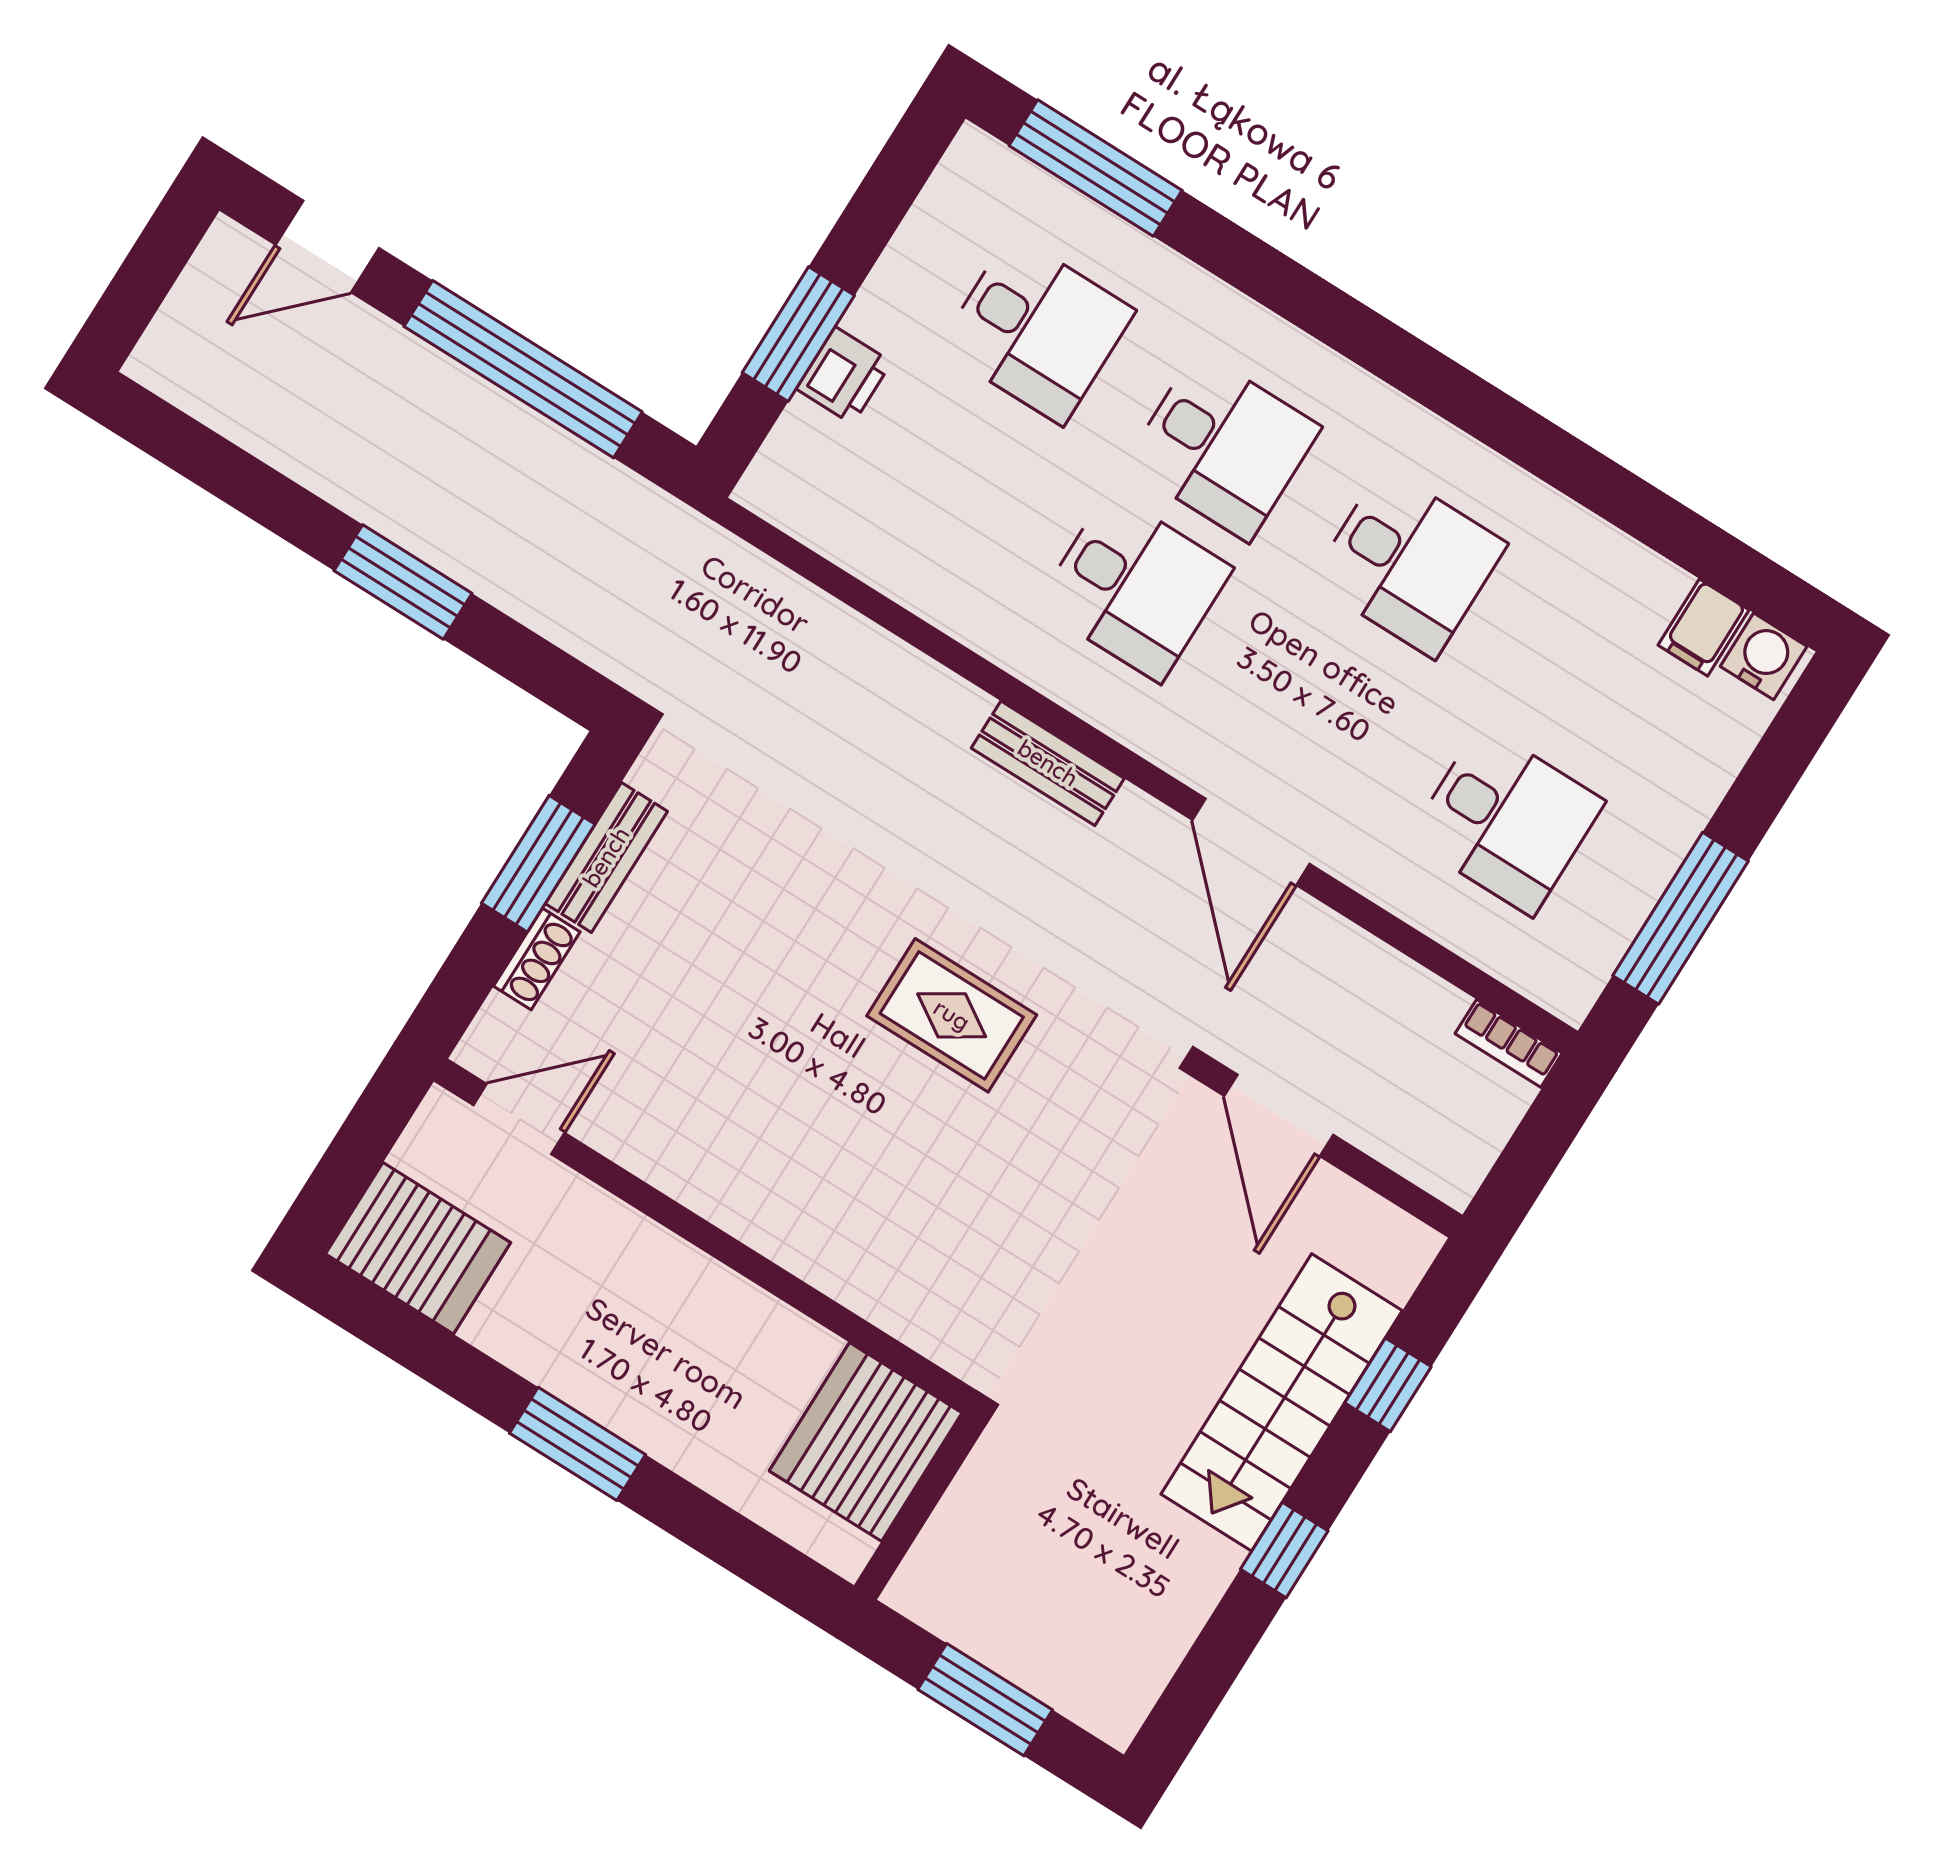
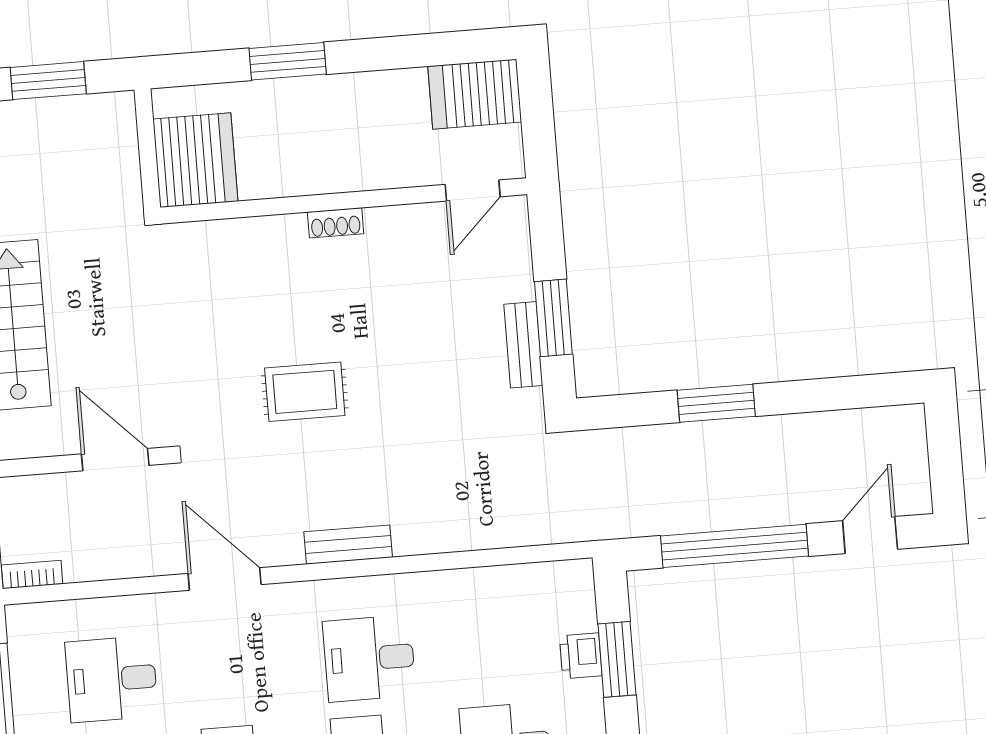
shoe rack: (537, 959) -> (336, 223), moved, turned -90
window: (578, 1444) -> (288, 61), moved

